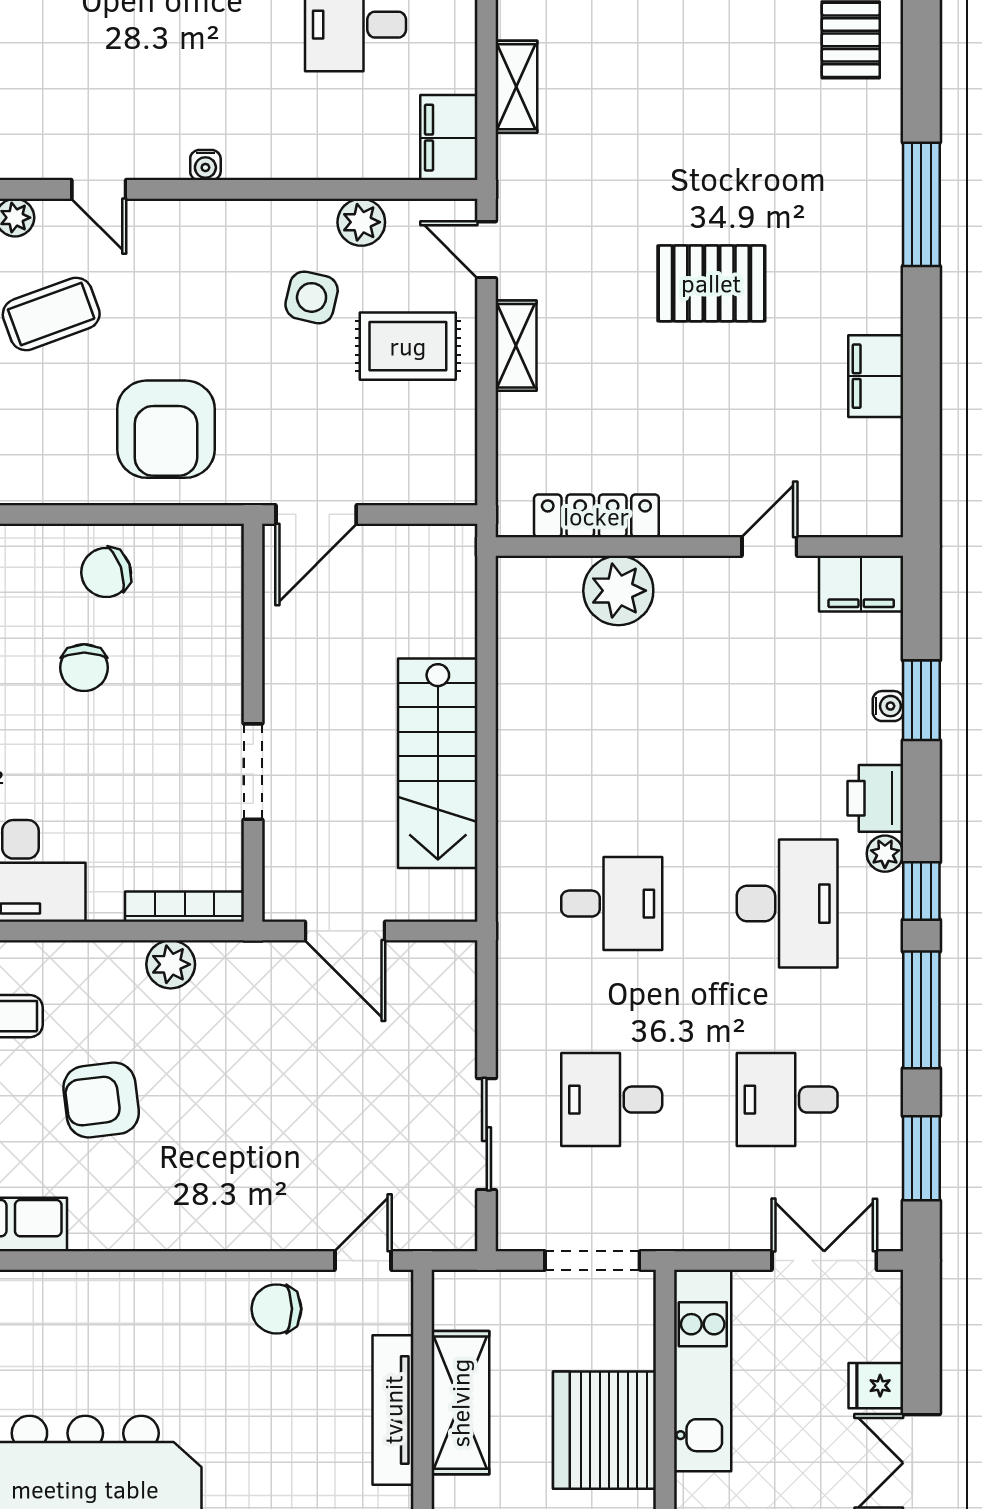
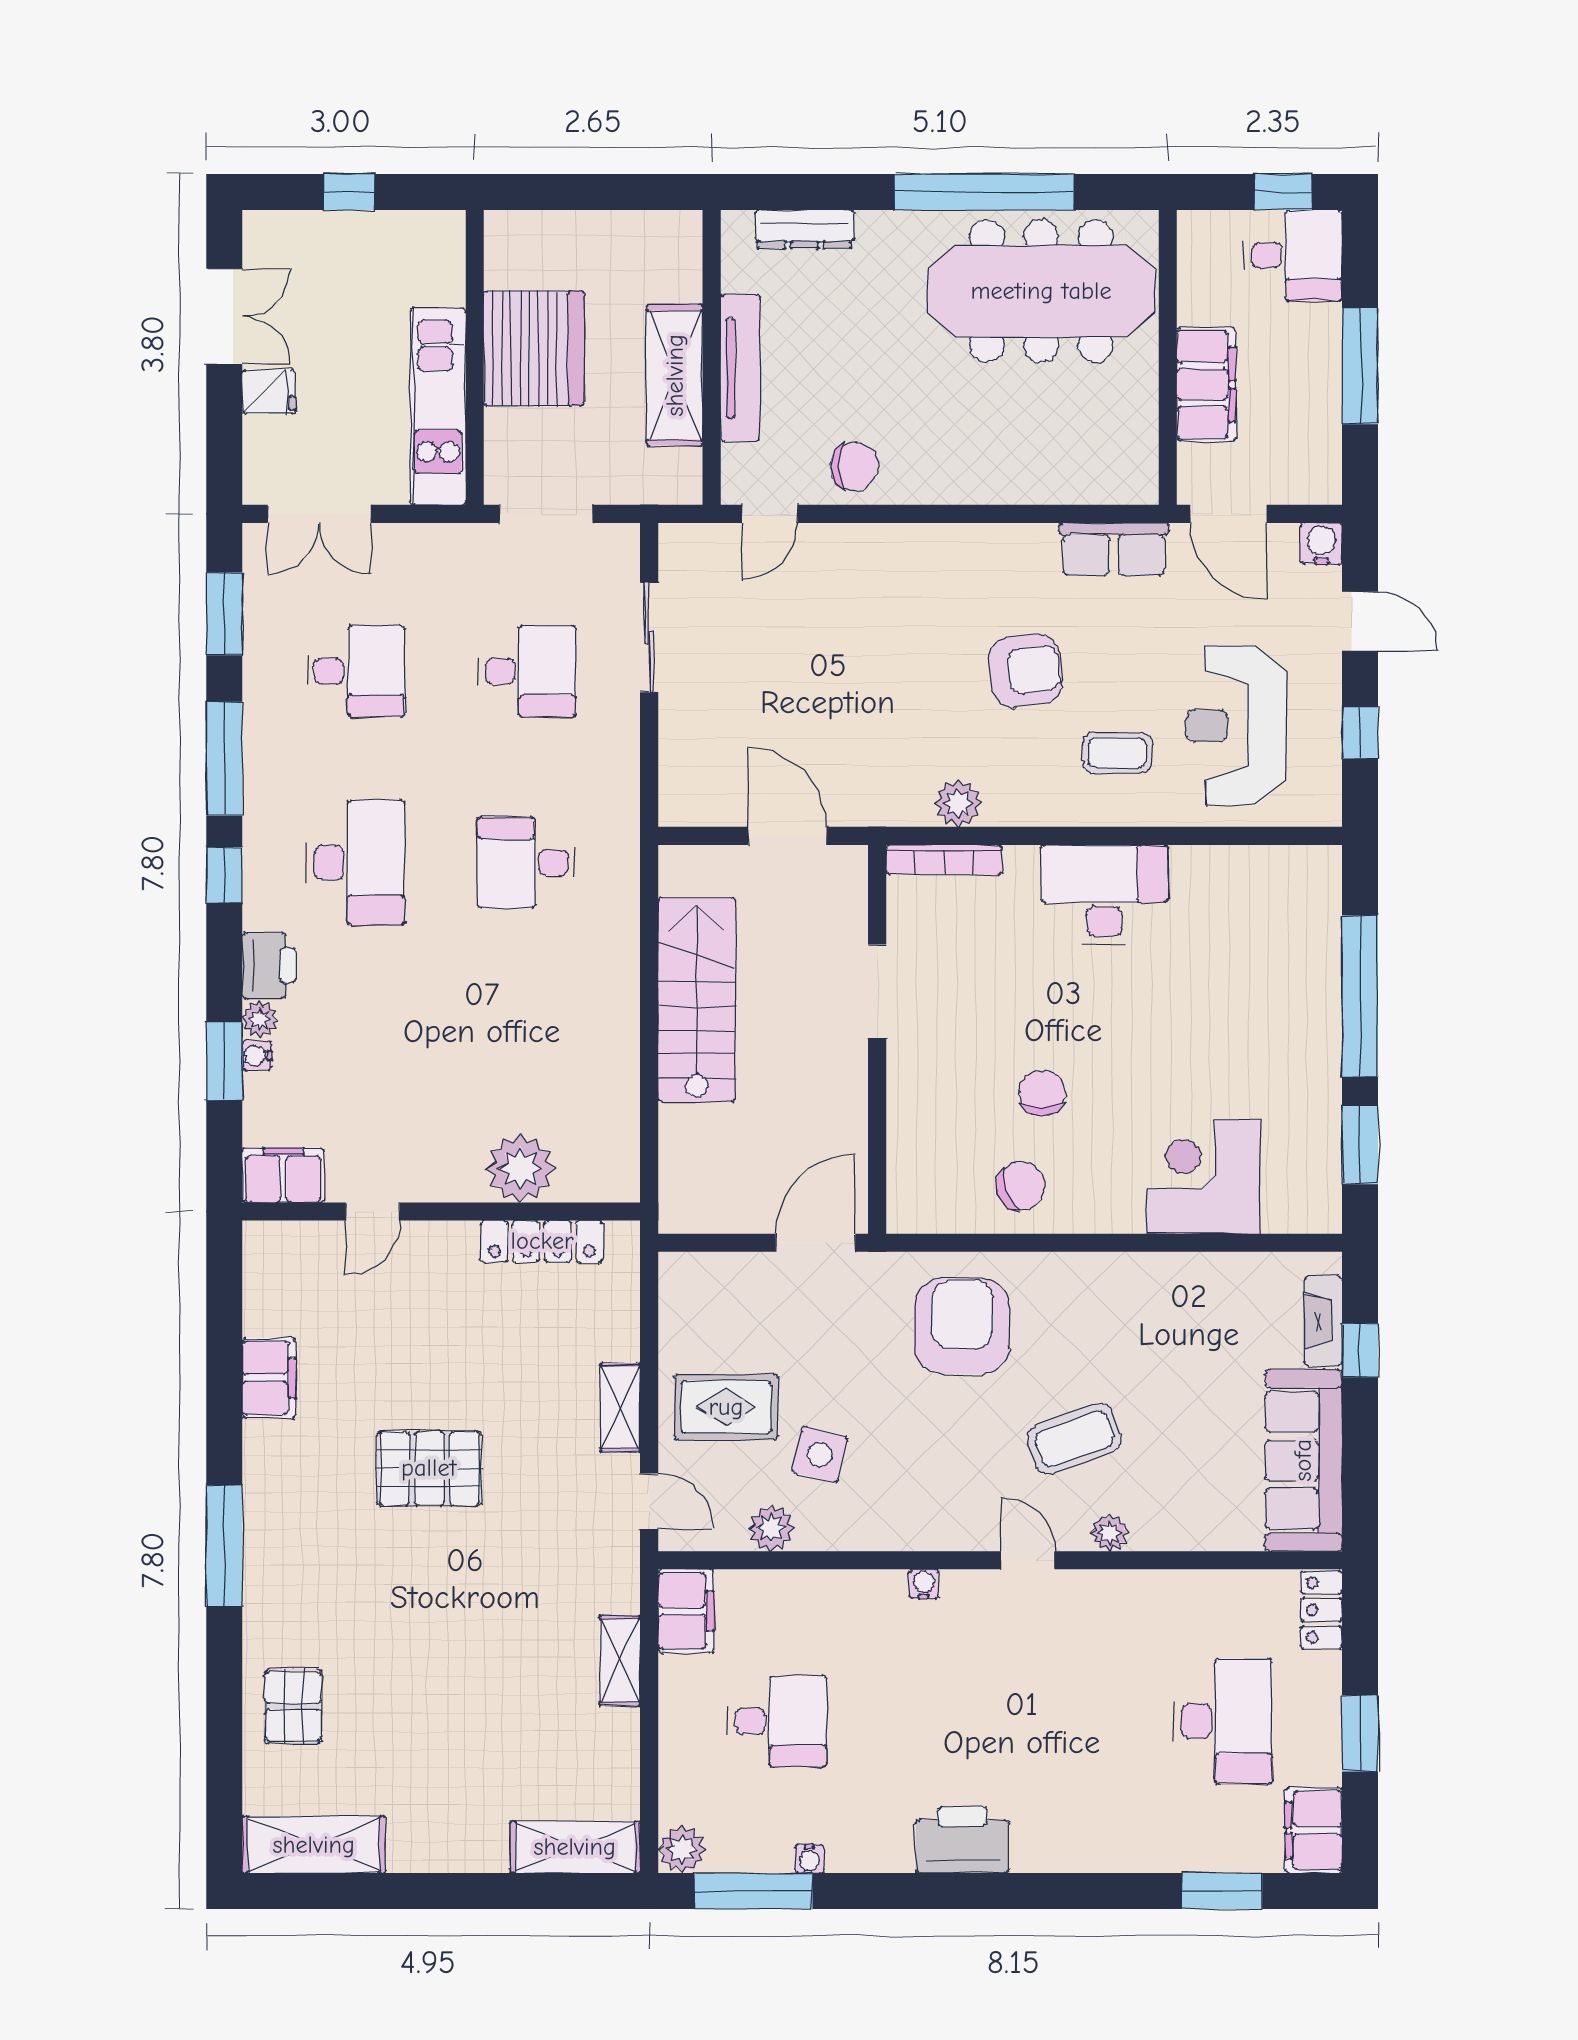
plant: (885, 854) -> (260, 1020), moved
desk: (787, 904) -> (355, 863), turned 180

